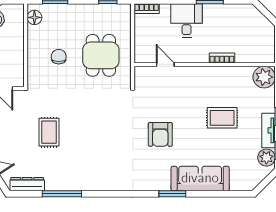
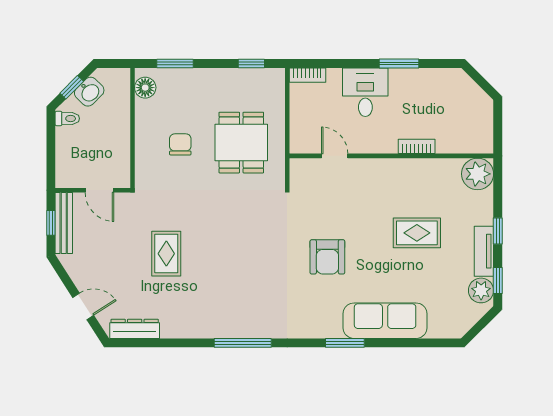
window: (62, 194) -> (243, 343), moved

